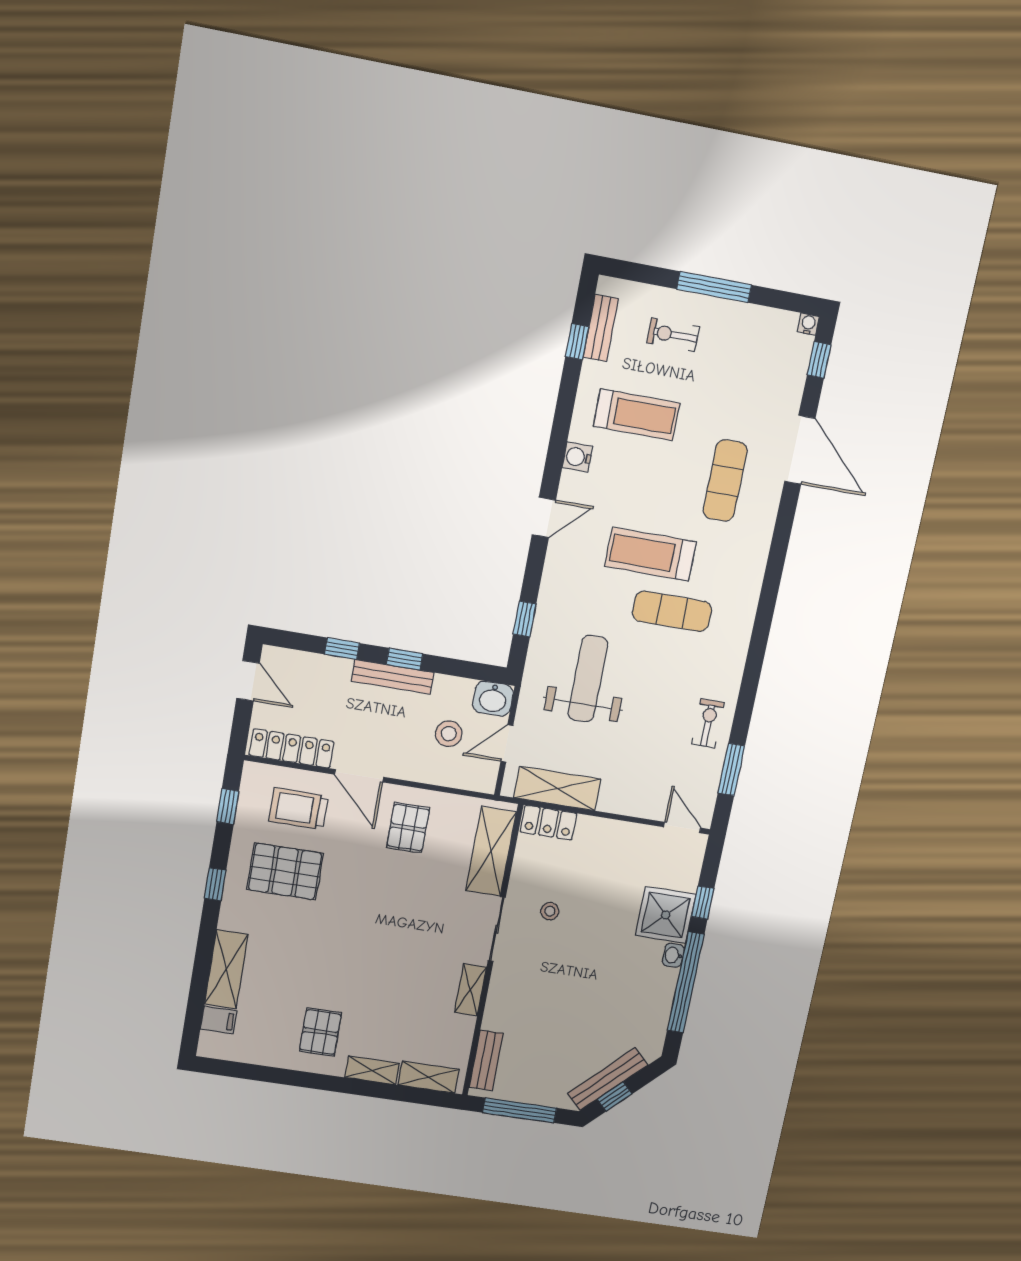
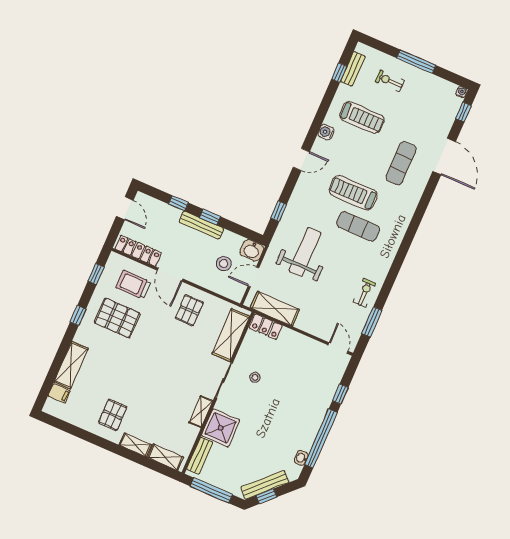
shower: (666, 915) -> (221, 428), moved
washbasin: (673, 955) -> (301, 458), moved

